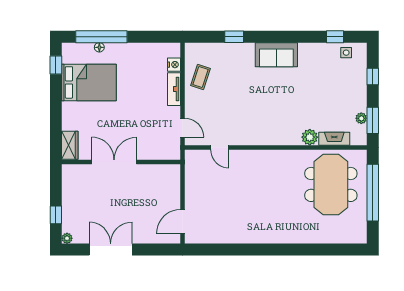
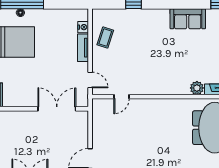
sofa: (276, 55) -> (188, 19), moved
door: (220, 147) -> (121, 97), hinge flipped
double door: (114, 162) -> (57, 109), moved

